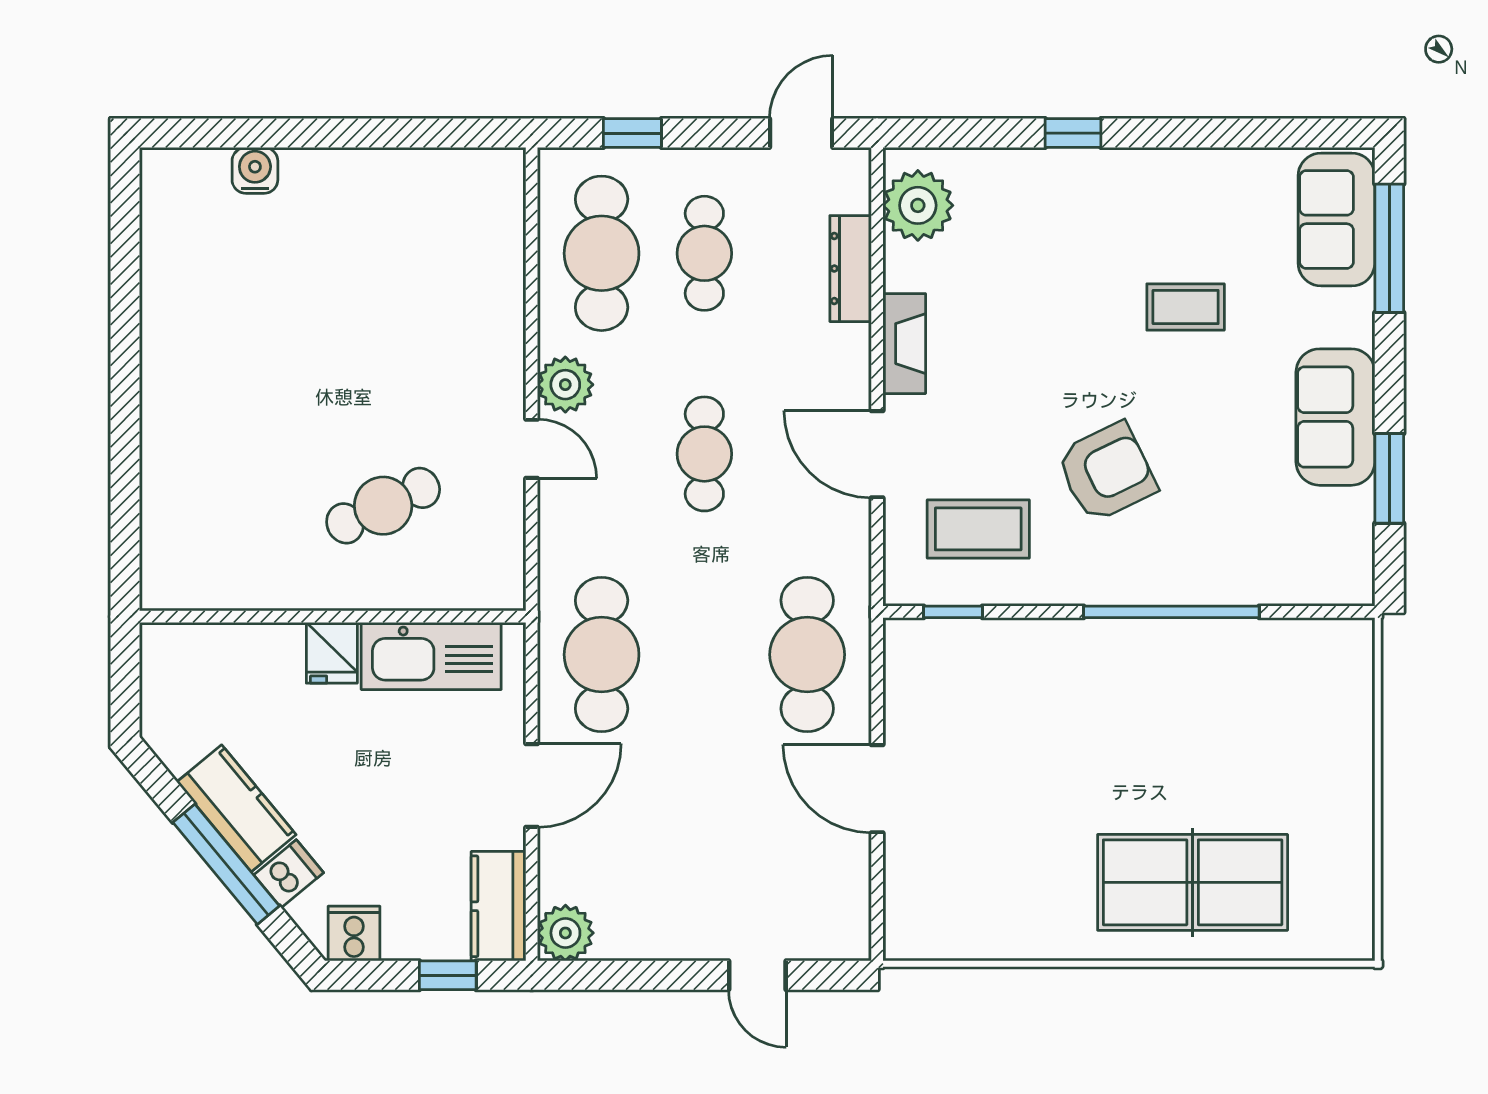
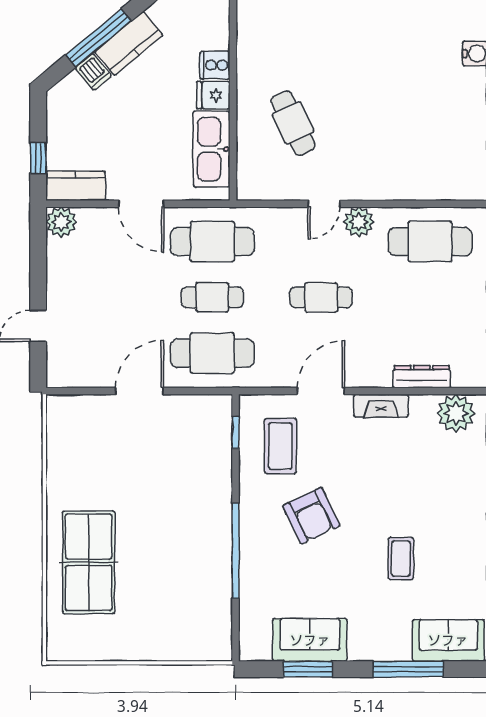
window: (1389, 248) -> (408, 669), moved
cafe table: (704, 253) -> (212, 297), moved
sofa: (1335, 417) -> (310, 640), moved
cooker: (354, 934) -> (215, 65), moved, turned 180

